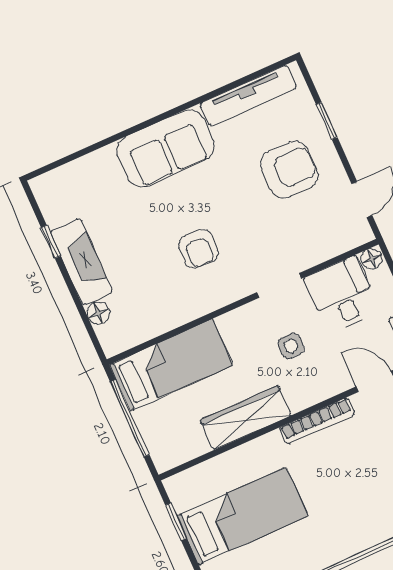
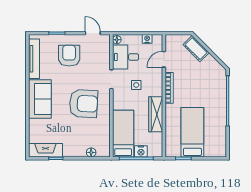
armchair: (198, 249) -> (84, 104), width x1.88, depth x1.88
fireplace: (81, 262) -> (45, 150), moved
nightstand: (150, 422) -> (141, 151), added

